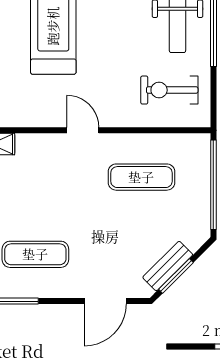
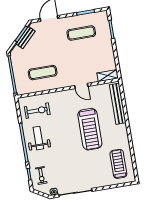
door: (83, 130) -> (81, 86), moved

